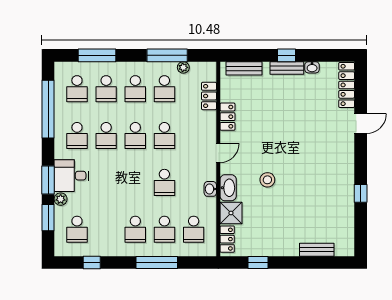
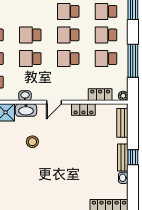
plant: (183, 67) -> (123, 96), moved
door: (218, 153) -> (54, 102), hinge flipped
school desk: (135, 182) -> (30, 35), added

